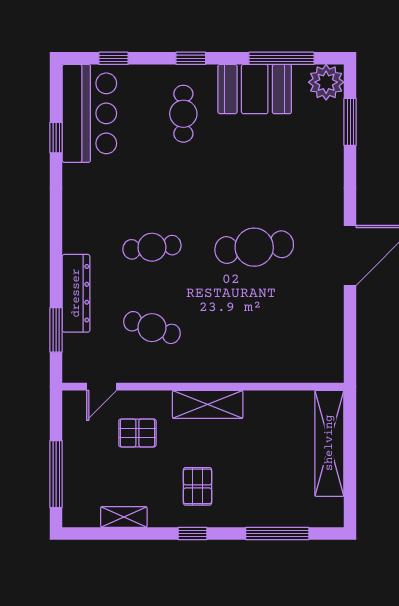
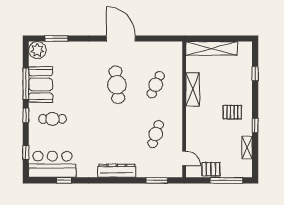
window: (281, 58) -> (26, 84), moved
cafe table: (152, 247) -> (156, 85), moved, turned 30
dresser: (76, 293) -> (117, 171), moved
shelving: (208, 404) -> (193, 89), moved
pallet: (137, 433) -> (211, 169), moved, turned 90
window: (193, 534) -> (255, 125), moved
window: (277, 534) -> (255, 74), width x0.46

